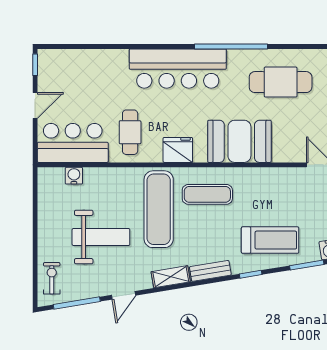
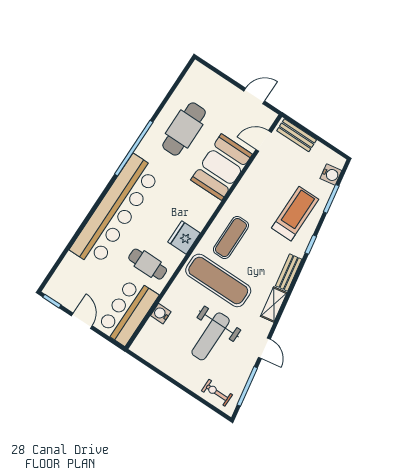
bar counter: (178, 69) -> (116, 211), width x1.36
booth: (239, 141) -> (221, 167), moved
water cooler: (74, 176) -> (161, 314), moved
weight bench: (101, 237) -> (211, 336), turned 180

